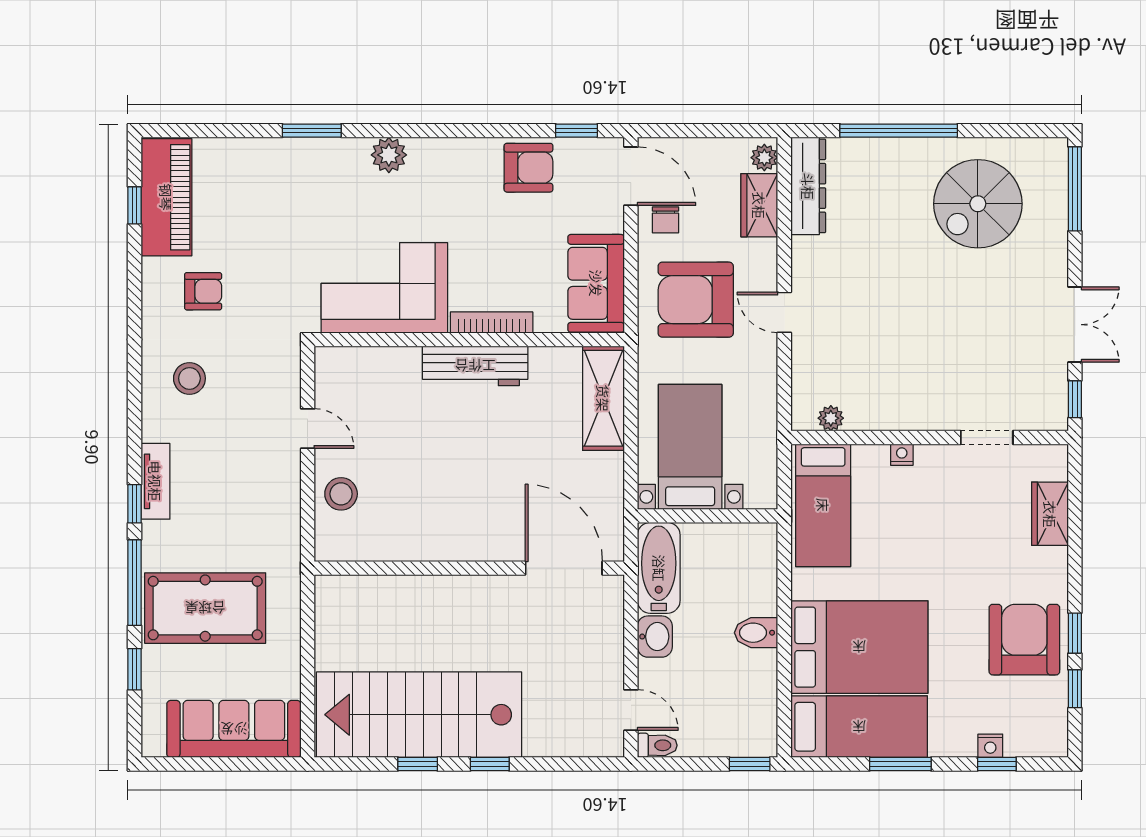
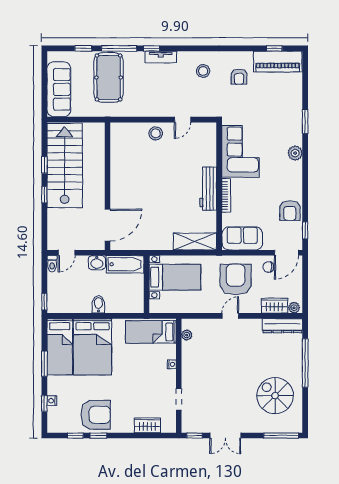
wall: (469, 568) -> (108, 186), moved
door: (564, 568) -> (108, 225), moved

